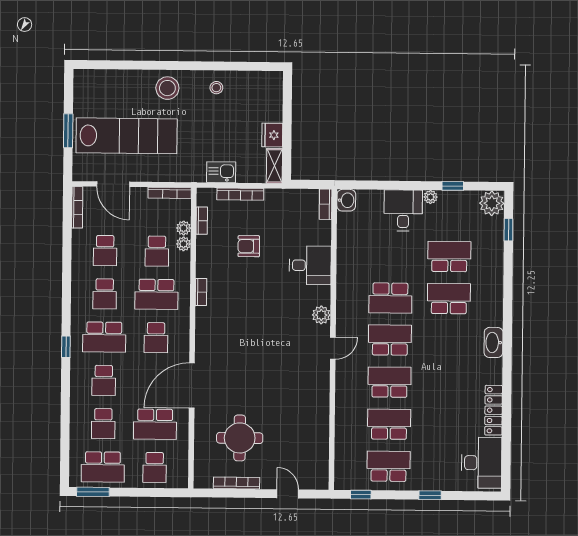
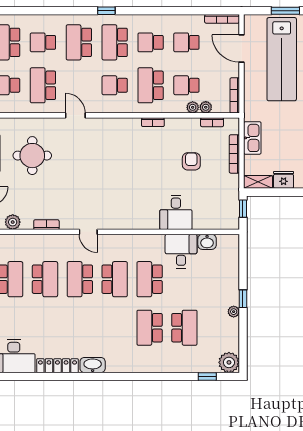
kitchen sink: (221, 172) -> (252, 138), width x1.38
door: (113, 184) -> (241, 48), hinge flipped
window: (306, 184) -> (243, 209), added
window: (453, 186) -> (243, 299), moved
washbasin: (346, 200) -> (207, 242), moved
bookcase: (326, 204) -> (46, 225), moved
desk: (403, 210) -> (181, 251), moved, turned -90
school desk: (449, 299) -> (150, 328), turned 180
plant: (321, 315) -> (13, 222), moved
washbasin: (494, 342) -> (93, 365), moved
door: (333, 348) -> (88, 232), moved
school desk: (104, 380) -> (79, 42), width x1.85
school desk: (389, 382) -> (80, 279), turned 180
door: (192, 386) -> (75, 115), width x0.53

